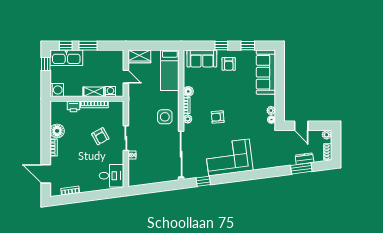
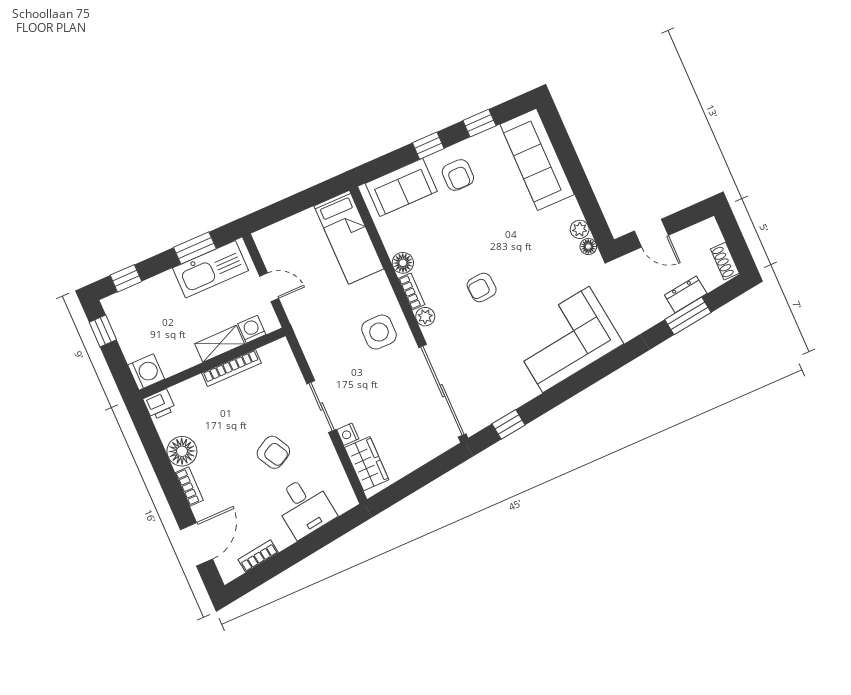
window: (88, 46) -> (195, 248), moved
wardrobe: (139, 56) -> (367, 464), moved, turned -90
kitchen sink: (66, 58) -> (210, 269), moved
printer: (74, 106) -> (159, 404), moved
plant: (327, 135) -> (708, 229), removed
armchair: (100, 136) -> (273, 452), moved
corner sofa: (229, 157) -> (566, 339), moved
door: (46, 174) -> (197, 544), swing flipped
desk: (112, 176) -> (304, 507), moved, turned 83

